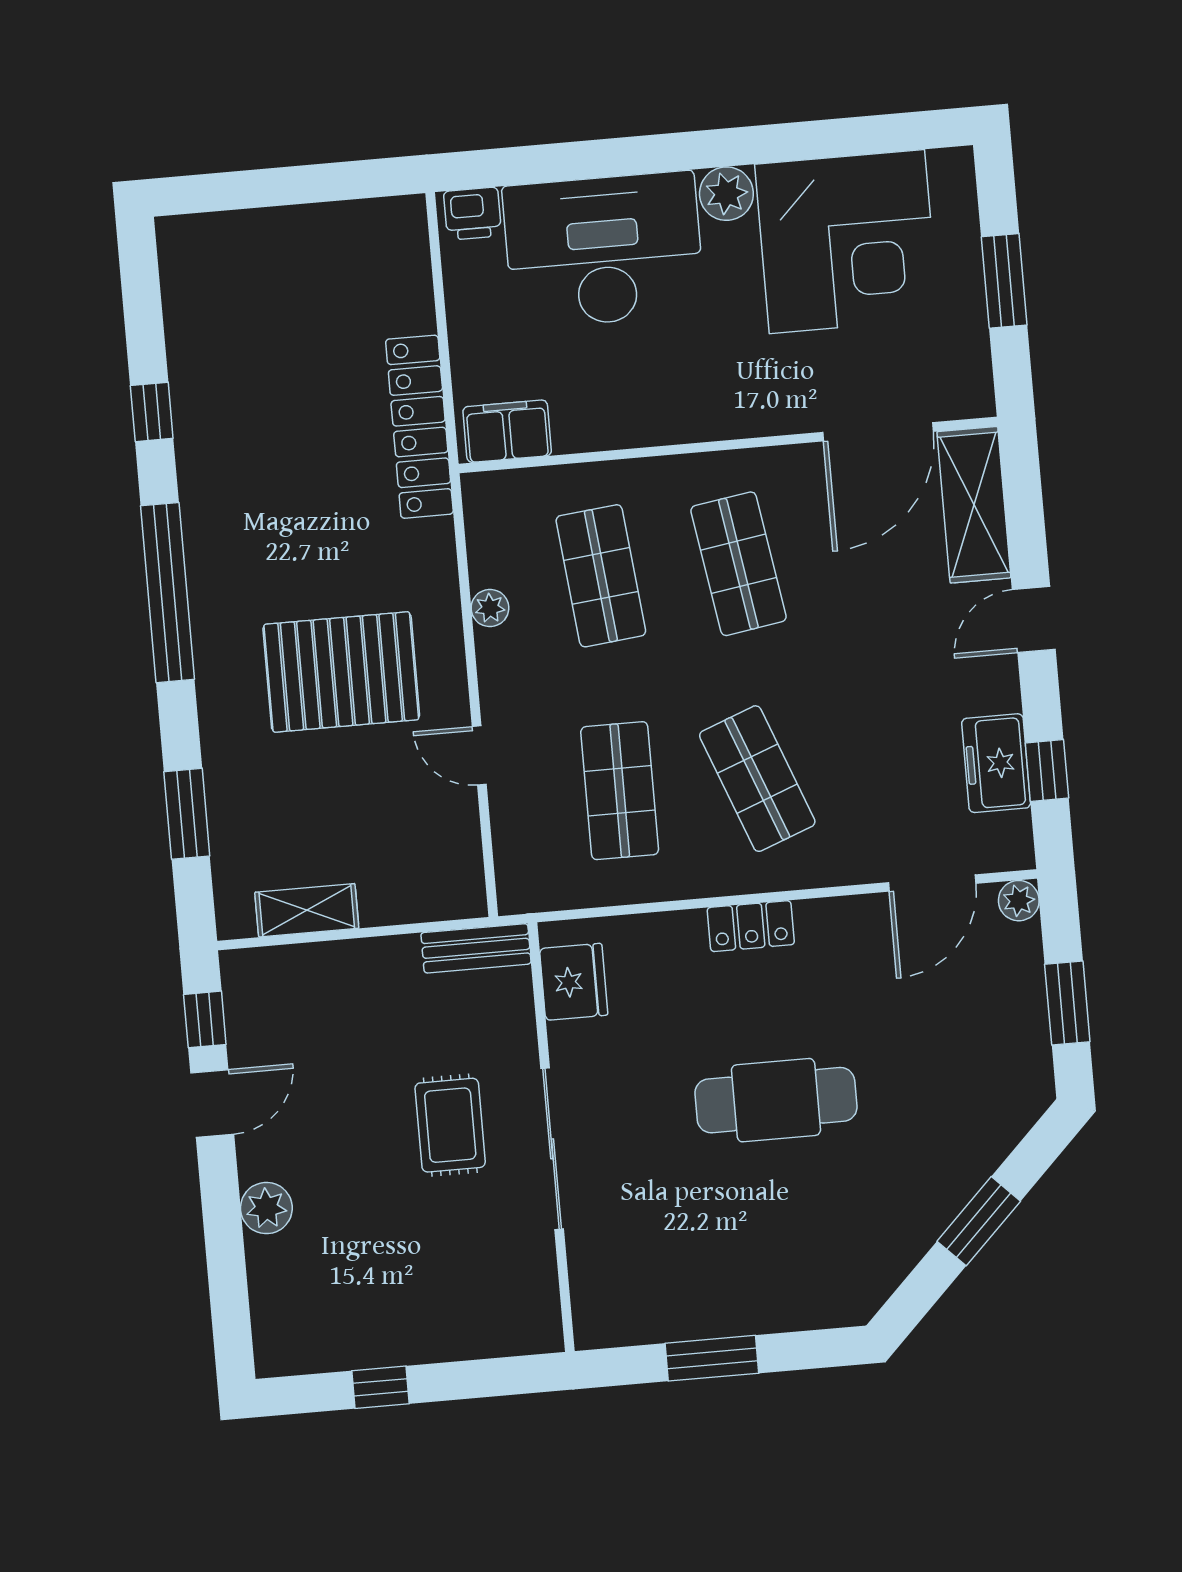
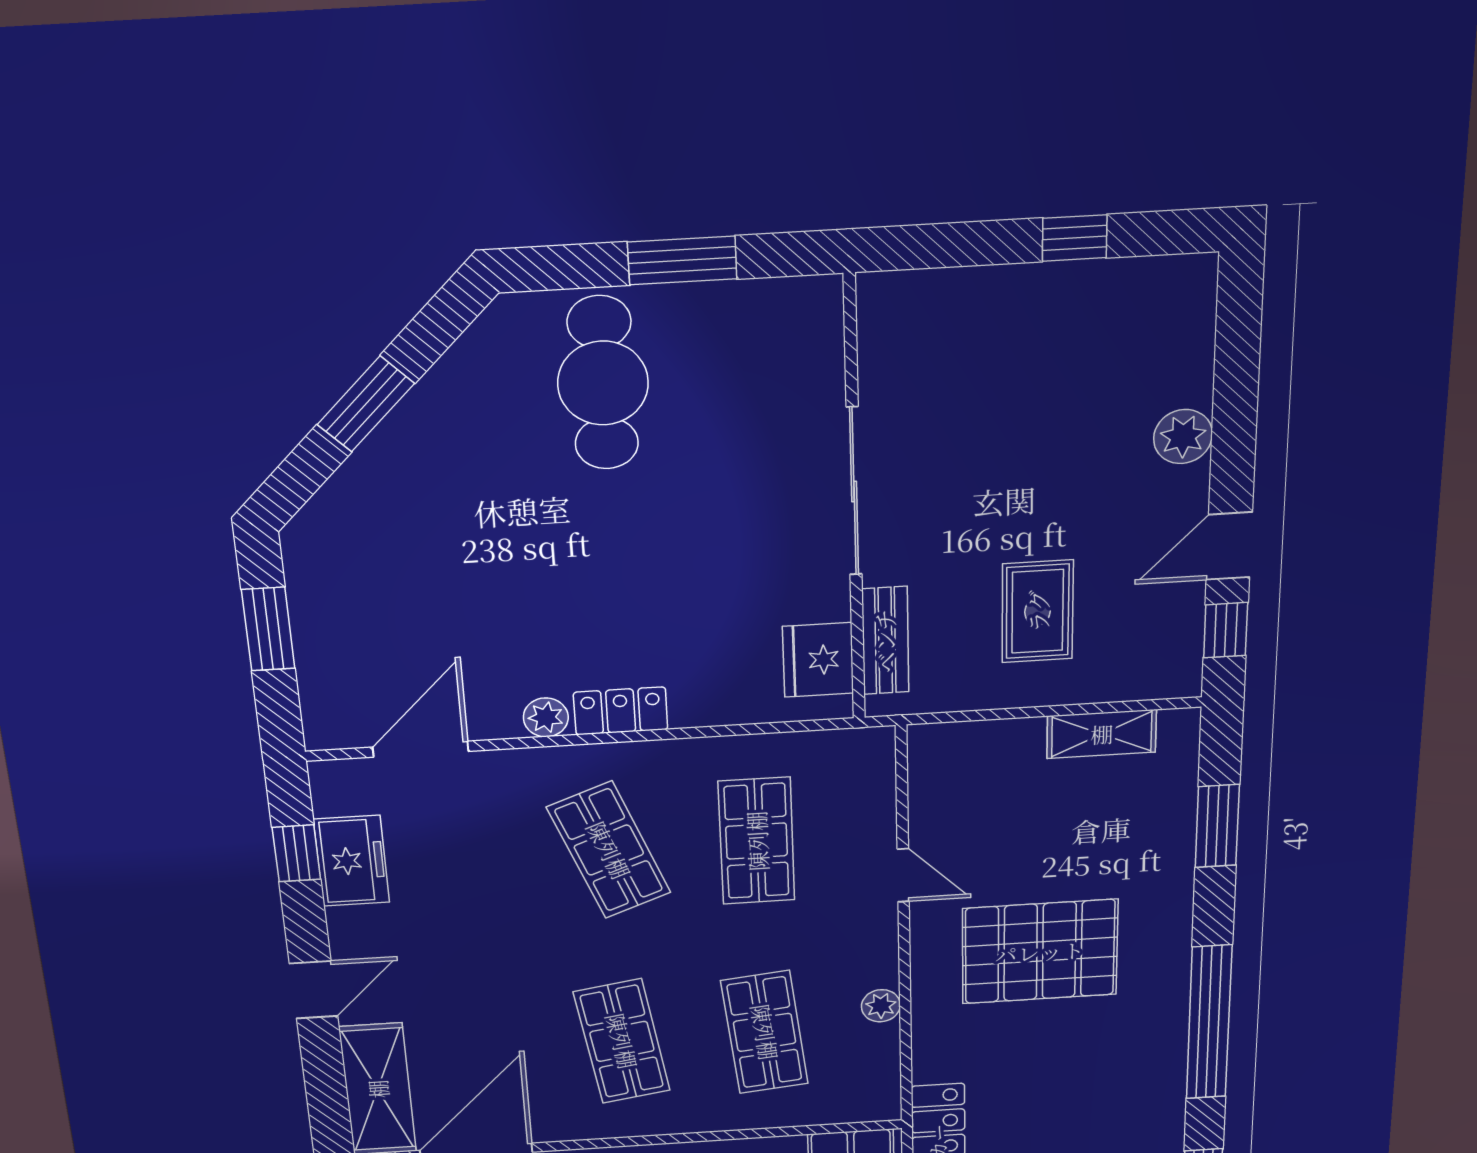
plant: (1019, 901) -> (546, 717), moved
bench: (476, 948) -> (885, 641), moved, turned 90
cafe table: (776, 1100) -> (603, 383), moved, turned 90
rug: (450, 1125) -> (1038, 611), moved

